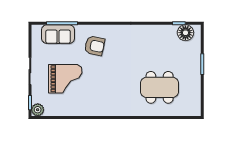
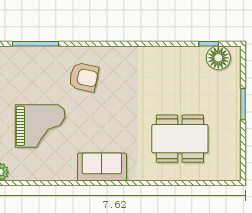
sofa: (58, 34) -> (102, 167), moved, turned 180

